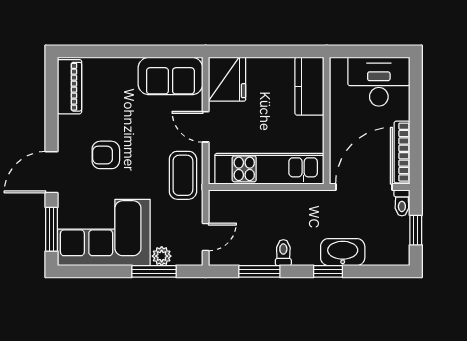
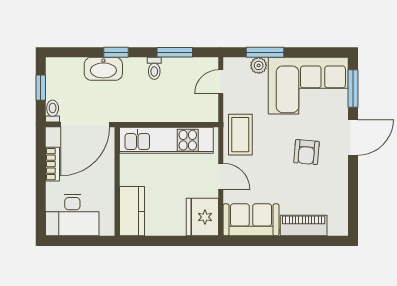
piano: (69, 87) -> (304, 226), moved, turned 90
bookcase: (402, 152) -> (52, 164), width x0.64
armchair: (106, 155) -> (306, 152), turned 95

